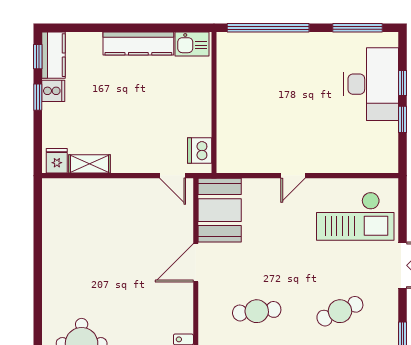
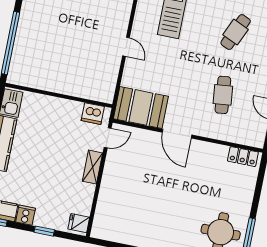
window: (38, 97) -> (44, 231), moved
shelving: (90, 164) -> (92, 167), moved
cafe table: (340, 311) -> (236, 32), turned 48

